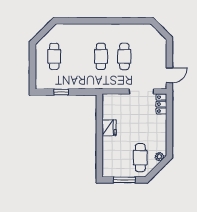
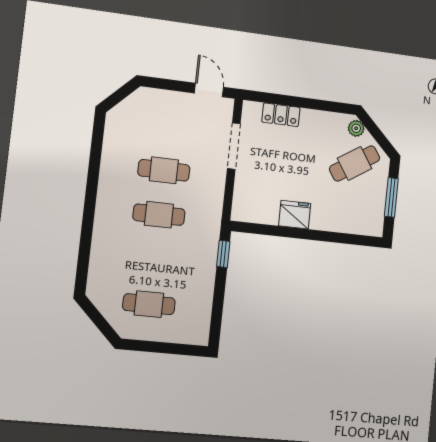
window: (61, 92) -> (223, 254), moved
locker: (161, 104) -> (281, 115), moved
cafe table: (140, 158) -> (355, 163), turned -33

